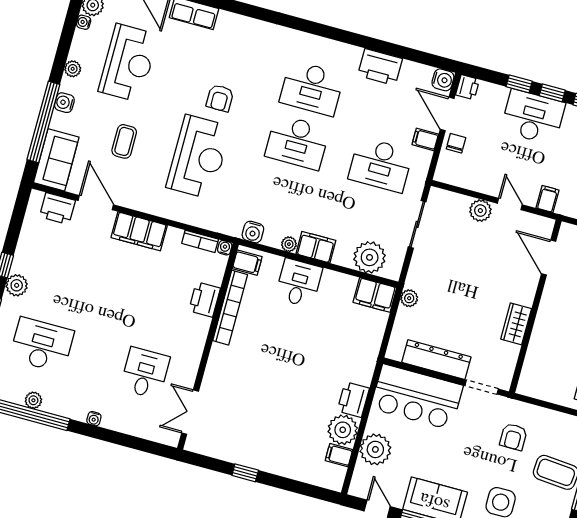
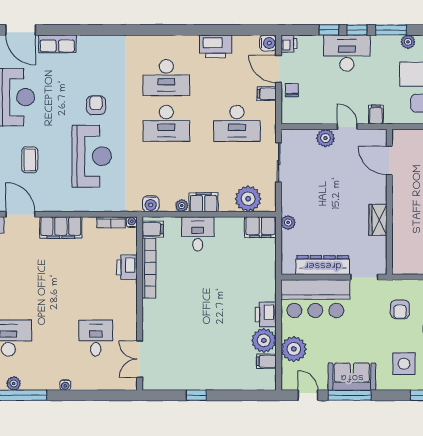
armchair: (220, 98) -> (96, 105), turned 180

